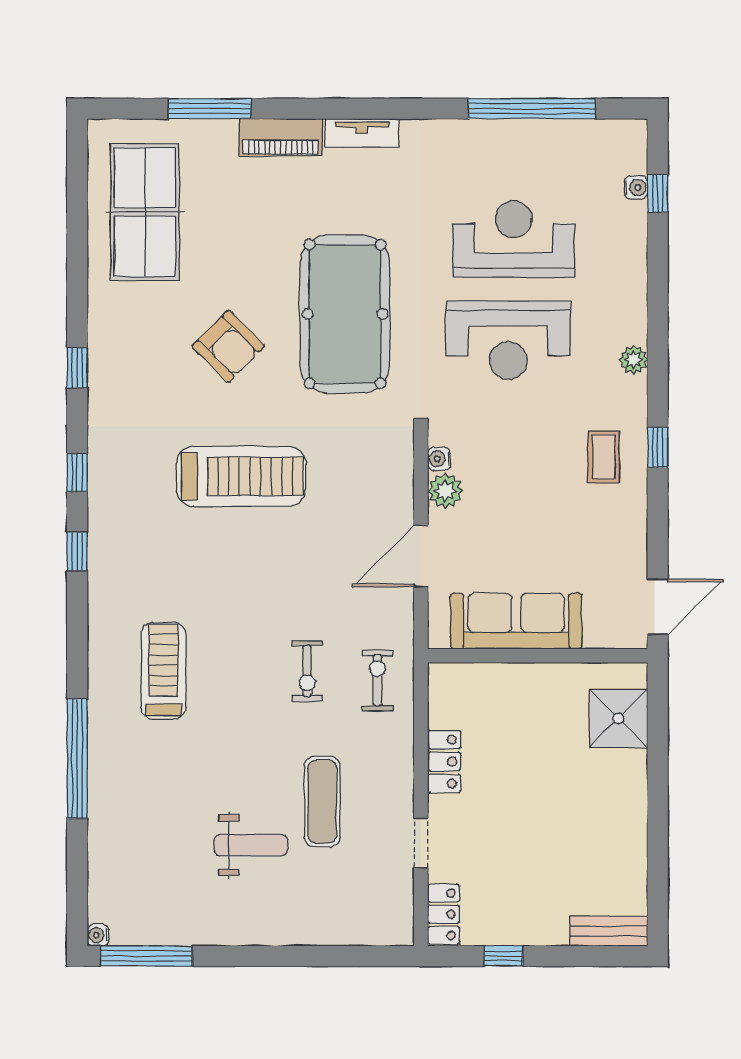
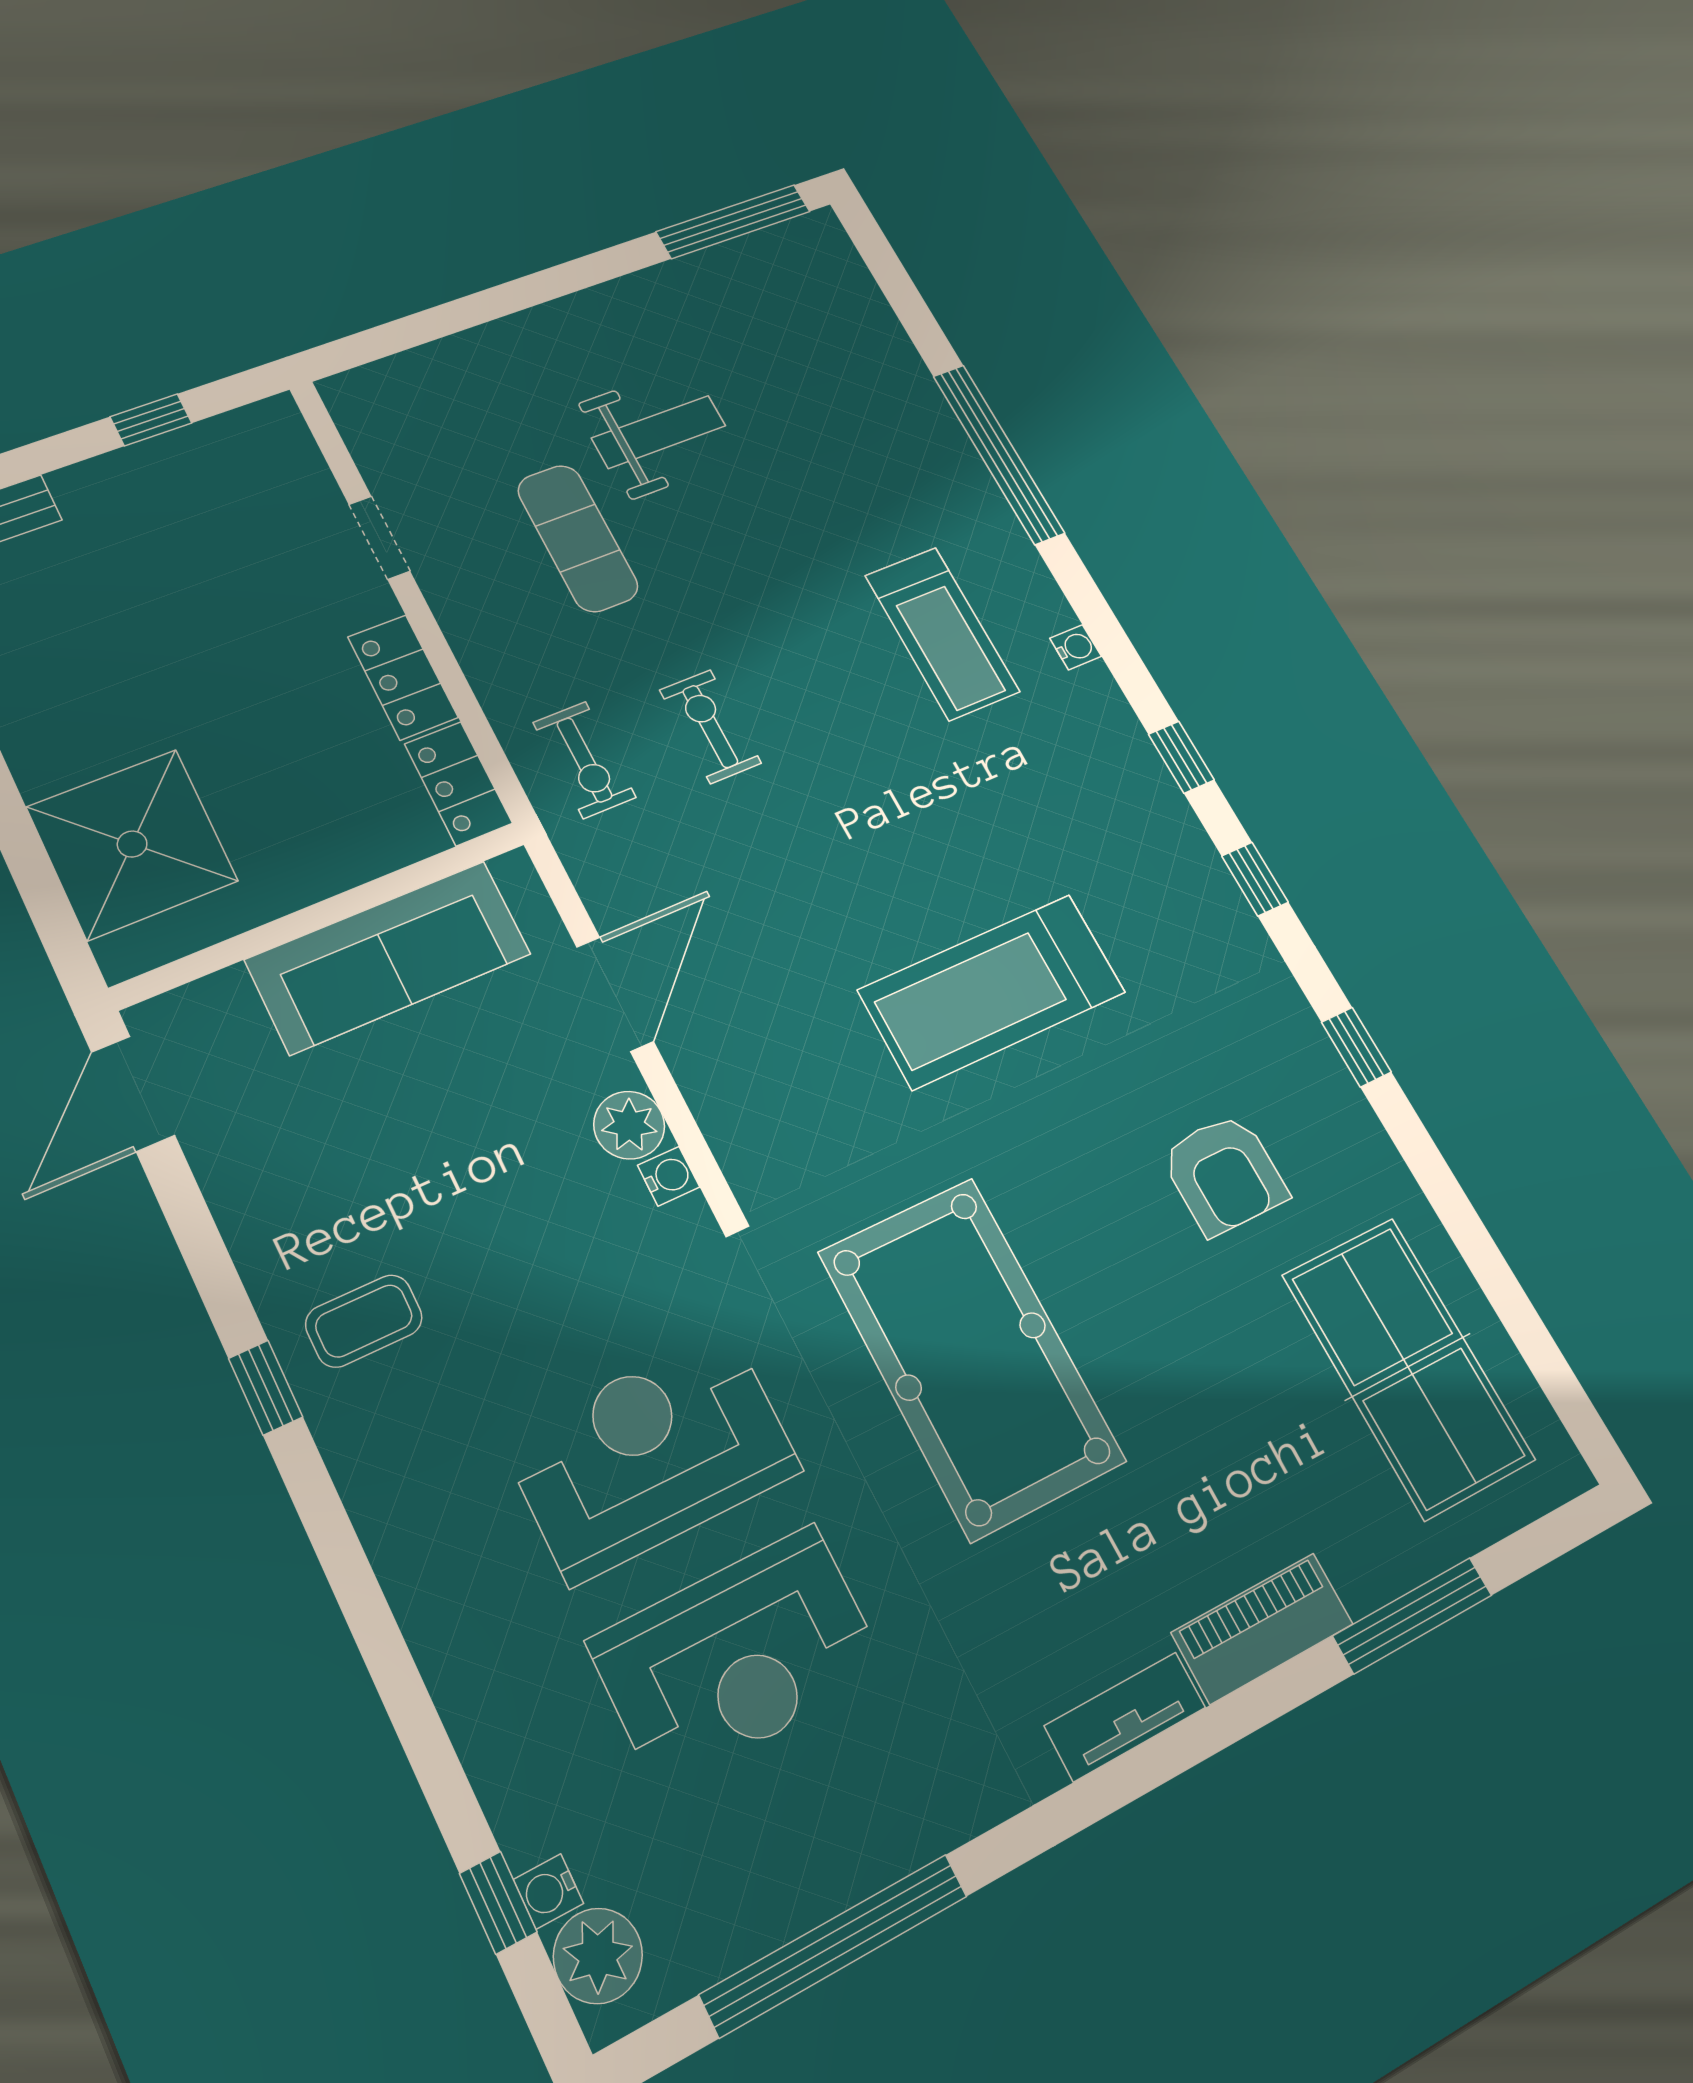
armchair: (228, 346) -> (1224, 1174), moved, turned -135
plant: (633, 360) -> (598, 1956), moved, width x1.38, depth x1.38
coffee table: (604, 457) -> (364, 1321), turned 90
shower: (618, 718) -> (132, 844), width x1.37, depth x1.37
weight bench: (251, 845) -> (659, 432), turned 180
locker: (444, 914) -> (458, 784), moved
water cooler: (98, 935) -> (1076, 647), moved

